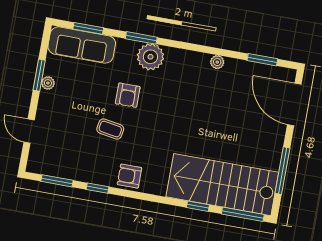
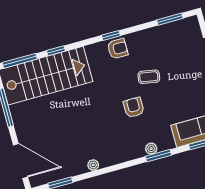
plant: (150, 57) -> (151, 149), width x0.53, depth x0.53
armchair: (128, 95) -> (134, 107), moved
window: (97, 188) -> (111, 36), moved

